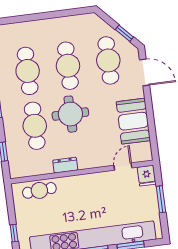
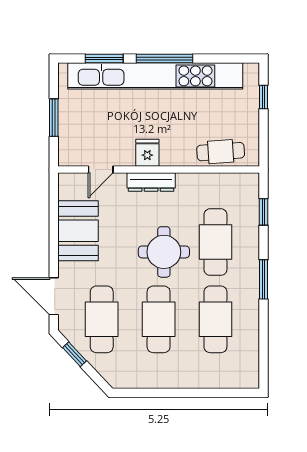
dresser: (65, 165) -> (151, 182), moved, width x1.44
fridge: (147, 176) -> (147, 153), moved

